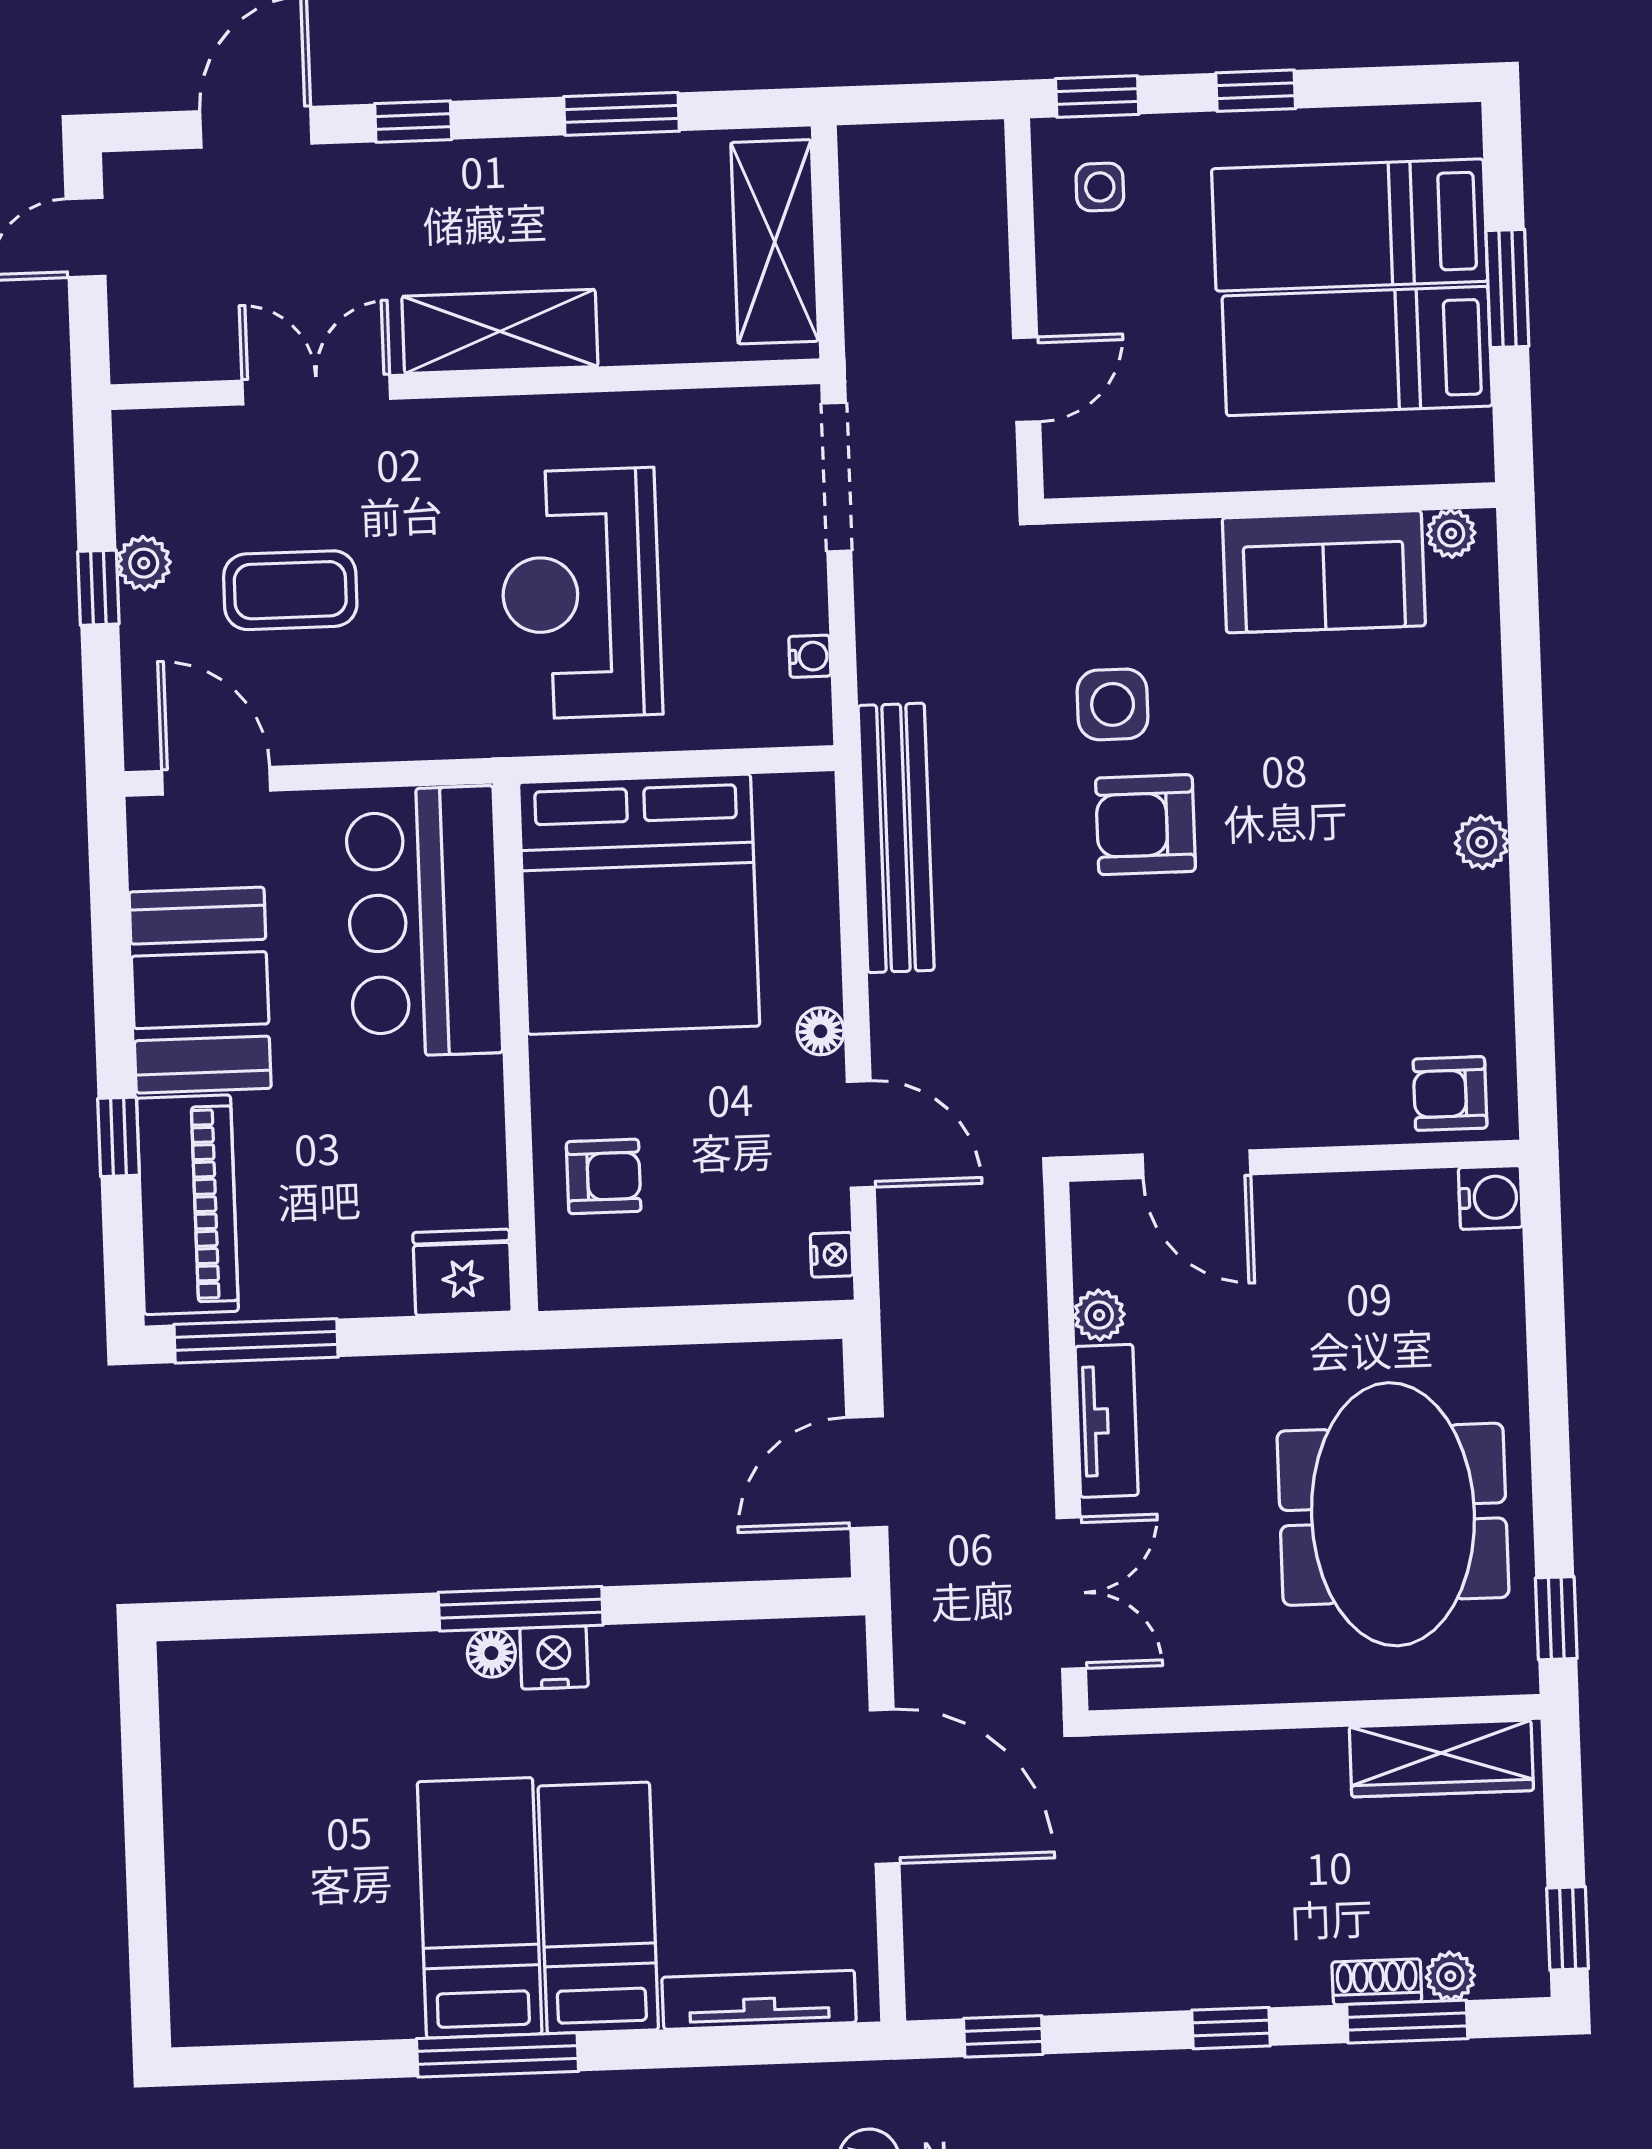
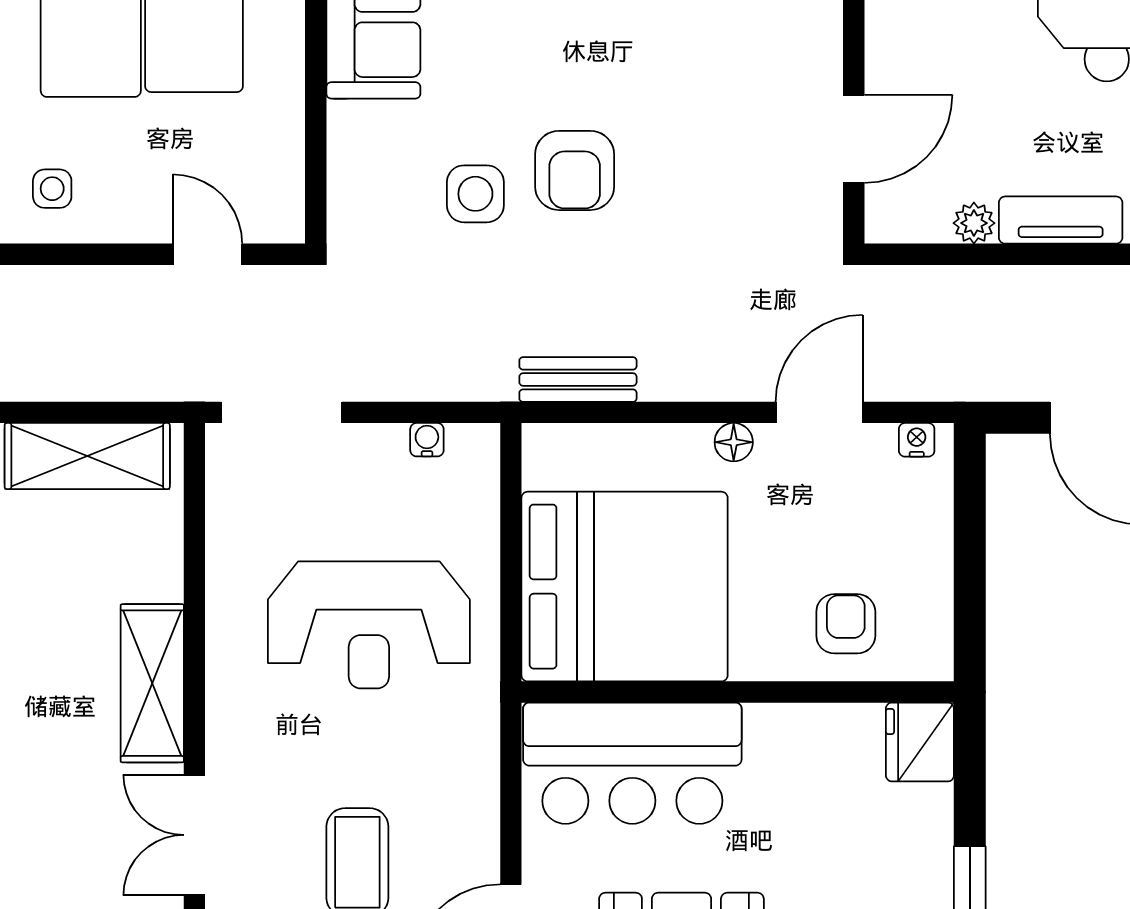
bench: (896, 838) -> (578, 379), width x0.54, depth x0.82

